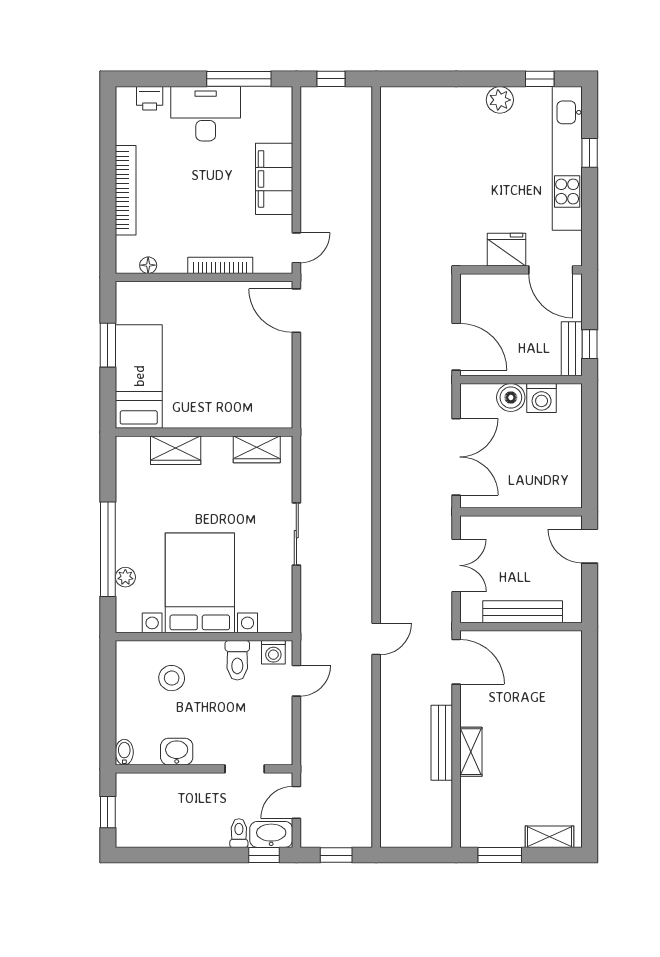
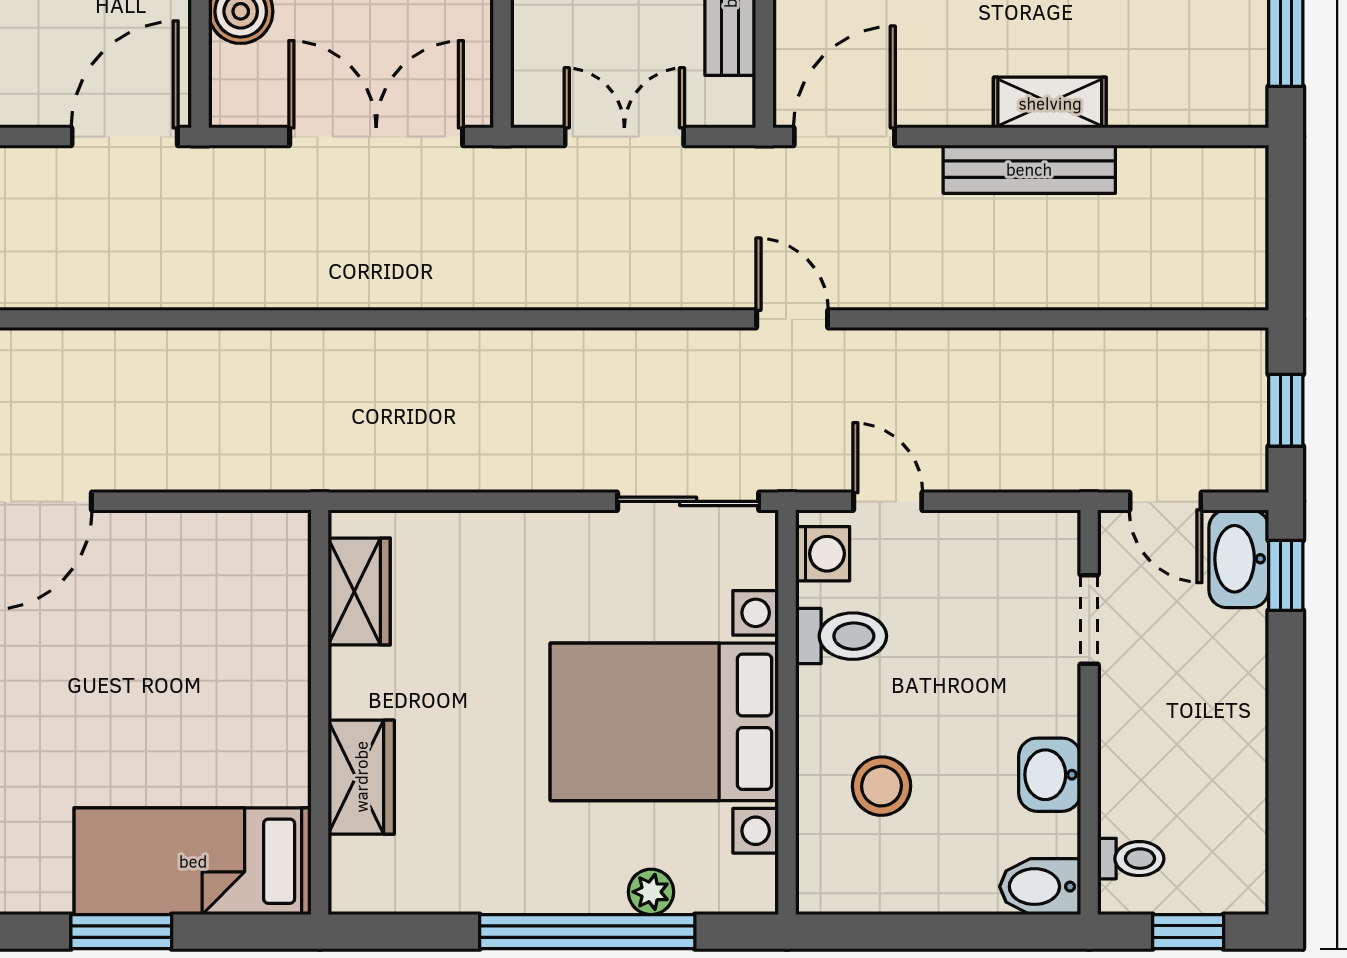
sliding door: (296, 534) -> (688, 501), moved
bidet: (124, 752) -> (1040, 887), width x1.38, depth x1.36
toilet: (239, 833) -> (1131, 859), moved, turned 180

